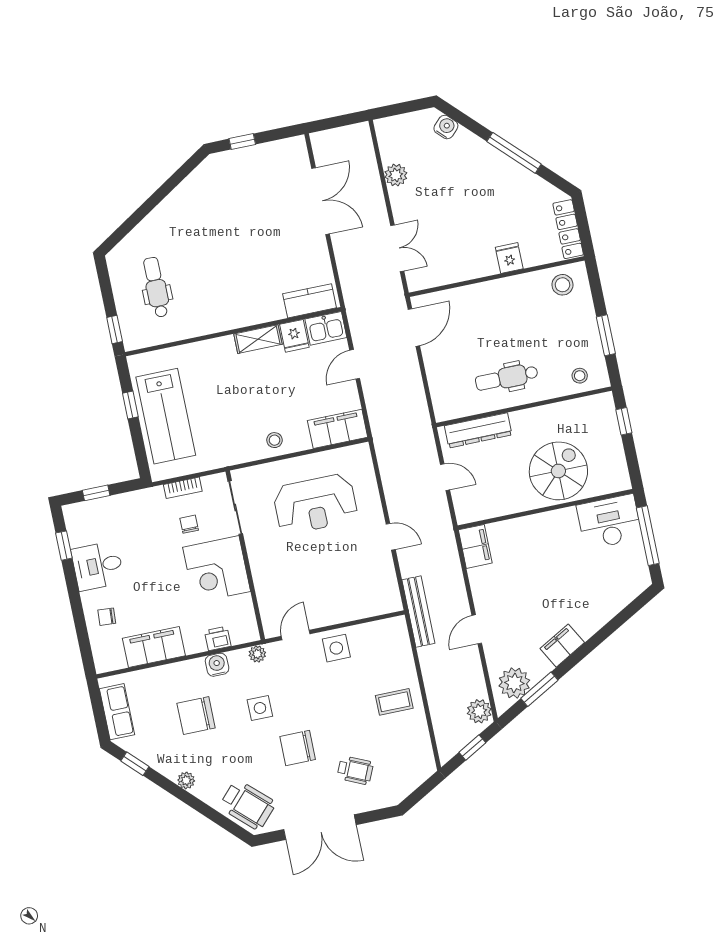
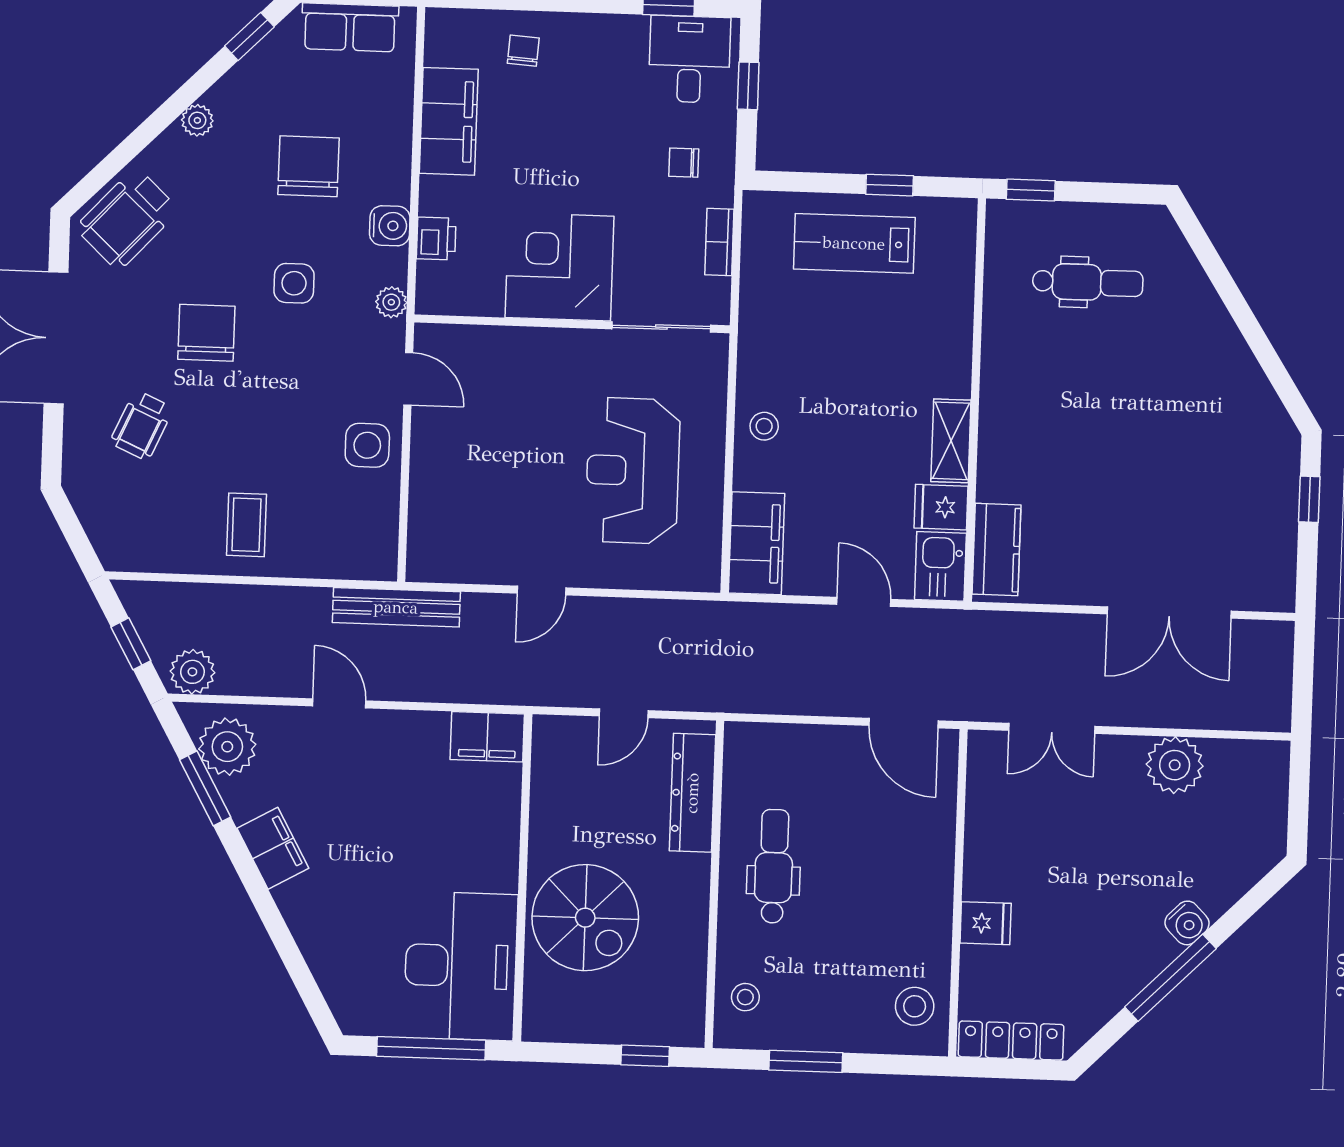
water cooler: (446, 127) -> (1187, 923), moved
plant: (396, 175) -> (1175, 765), width x1.36, depth x1.36
lab bench: (166, 416) -> (854, 243), width x0.73, depth x0.72
desk: (609, 522) -> (461, 966), width x1.36, depth x1.30
chair: (189, 524) -> (684, 163), moved, turned 180
desk: (98, 566) -> (690, 59), moved

